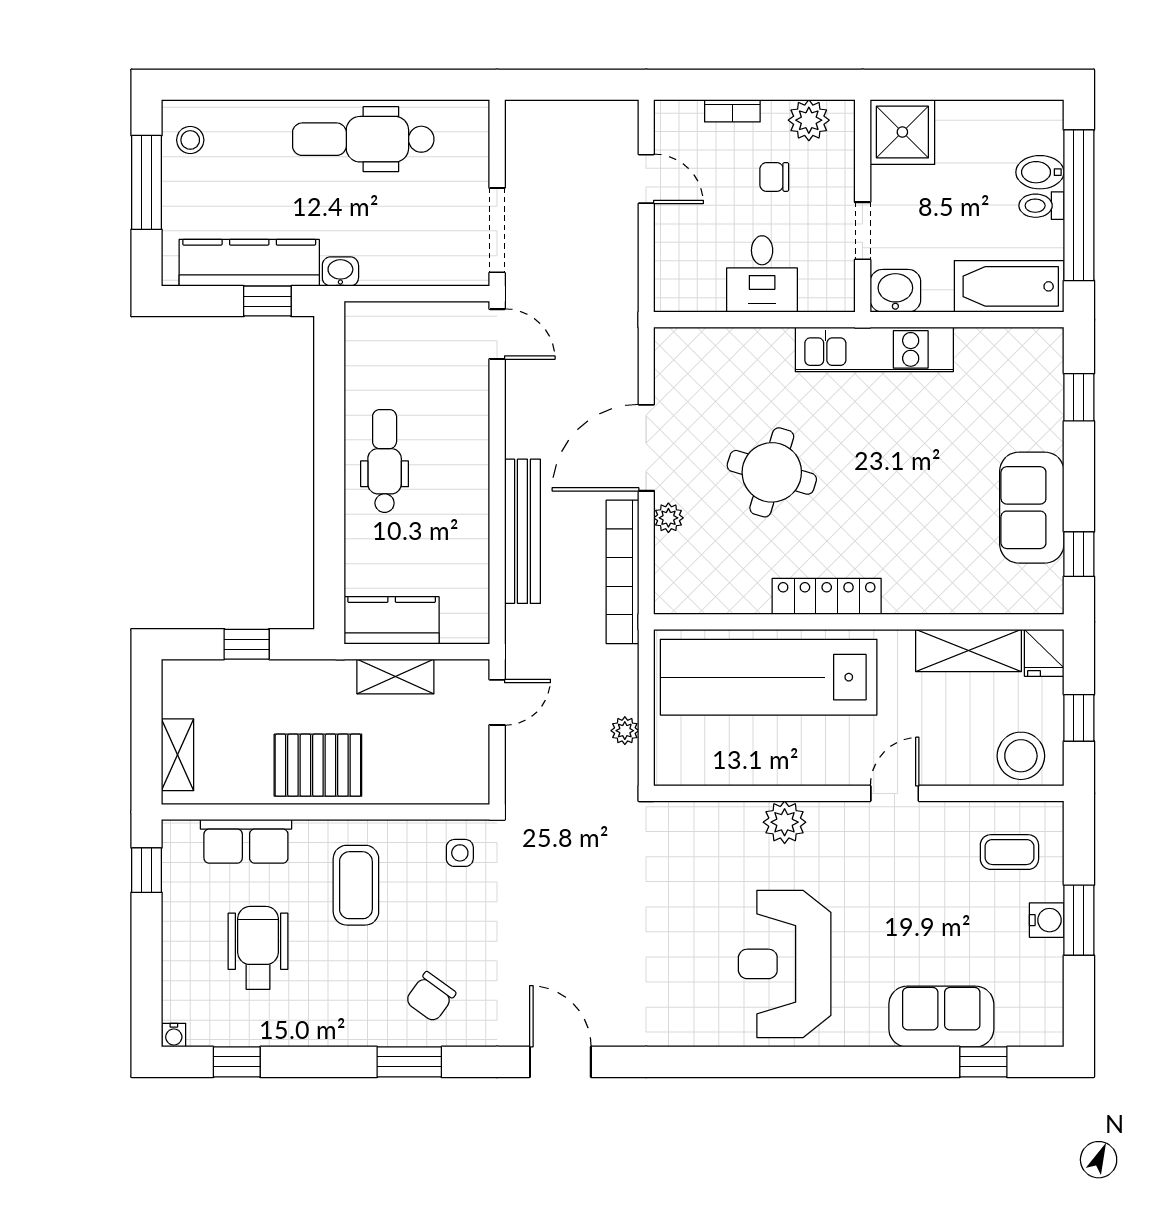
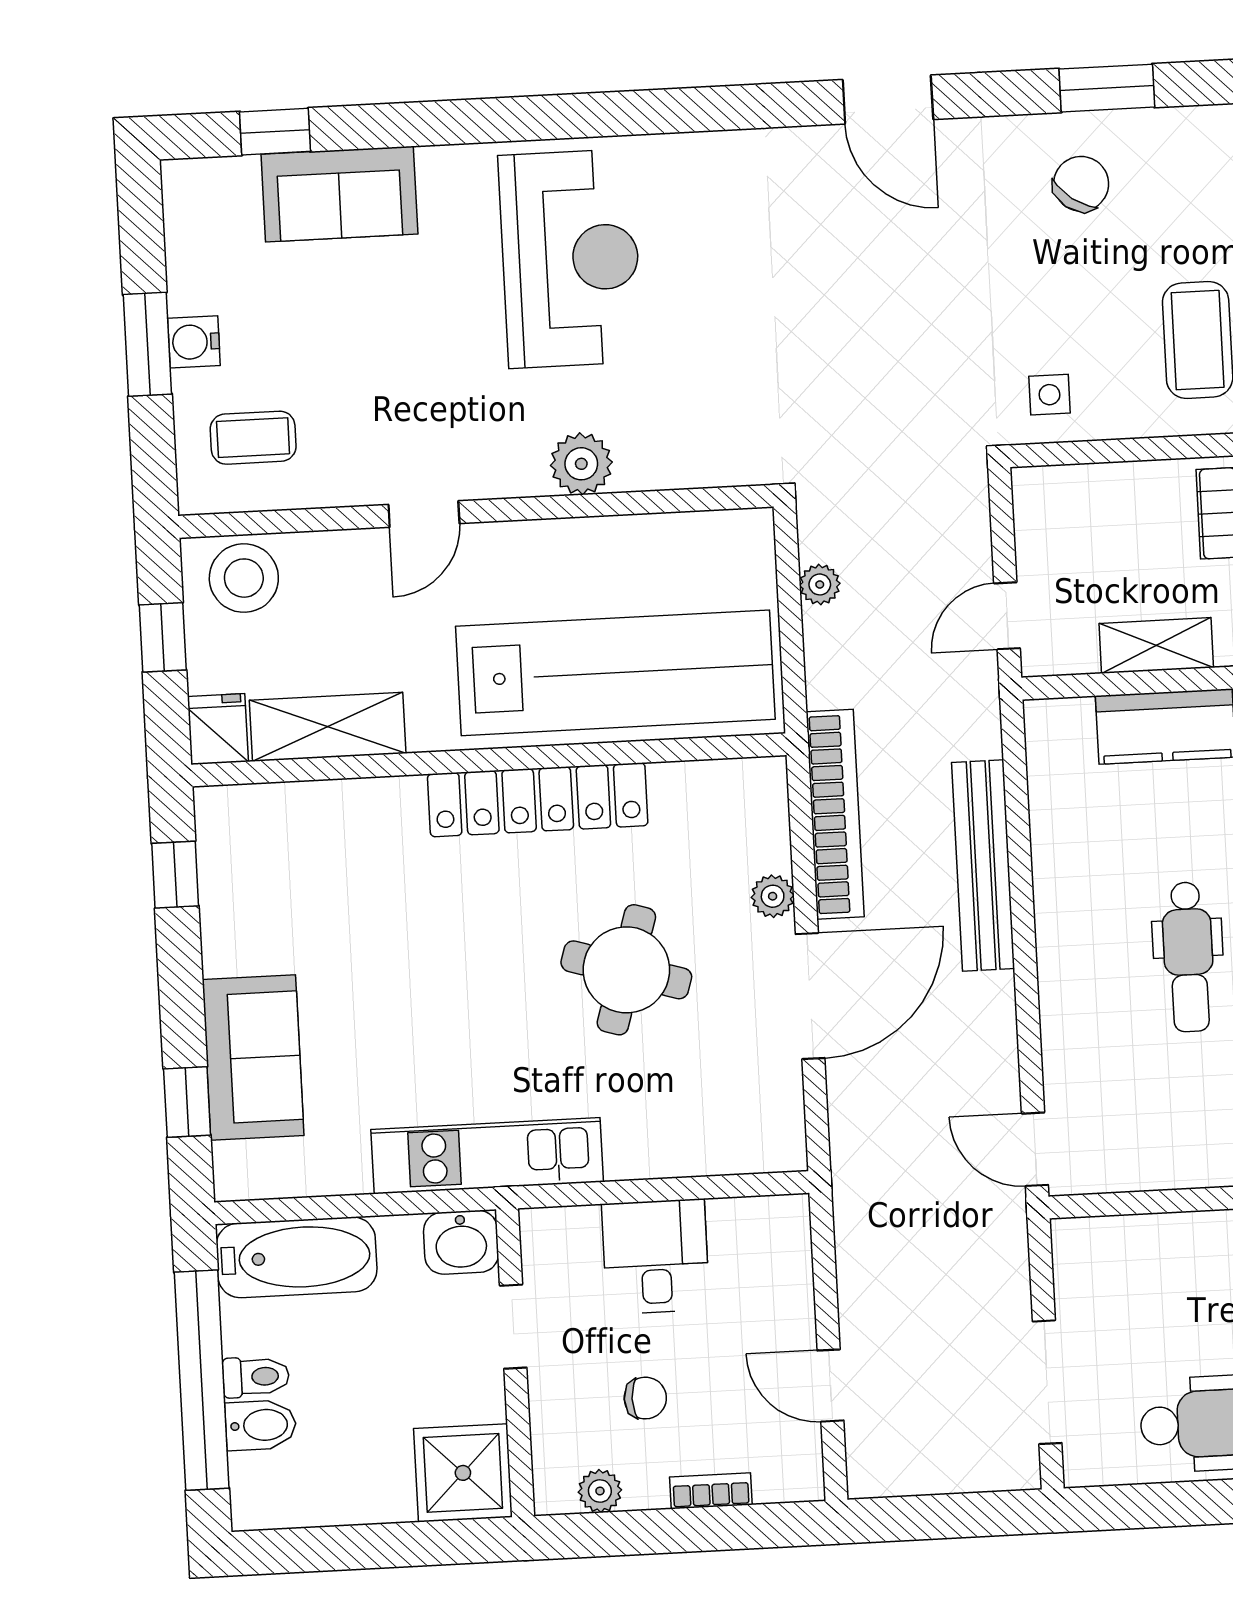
plant: (809, 120) -> (600, 1491), width x0.73, depth x0.73
doorway: (497, 230) -> (1047, 1382), moved
sofa: (1032, 508) -> (253, 1057), moved
locker: (827, 596) -> (538, 800), width x1.41, depth x1.21

